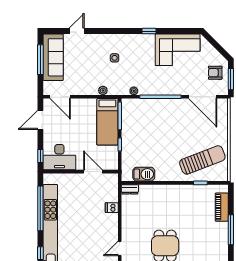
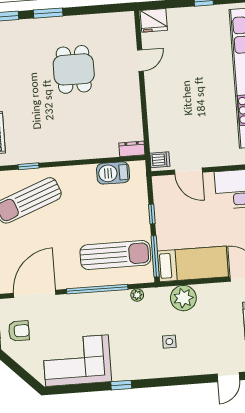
plant: (103, 90) -> (183, 298), width x1.87, depth x1.87
door: (203, 97) -> (35, 294), hinge flipped
sun lounger: (146, 119) -> (115, 255), added
bed: (107, 122) -> (193, 264), moved, turned 90
dishwasher: (112, 208) -> (160, 160), moved

